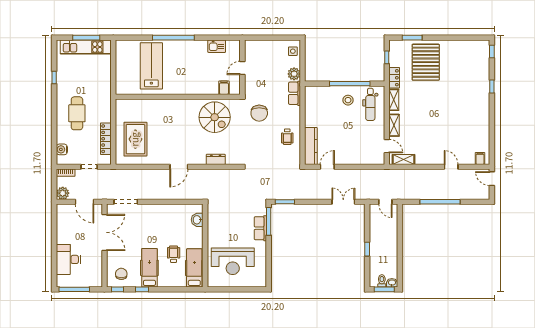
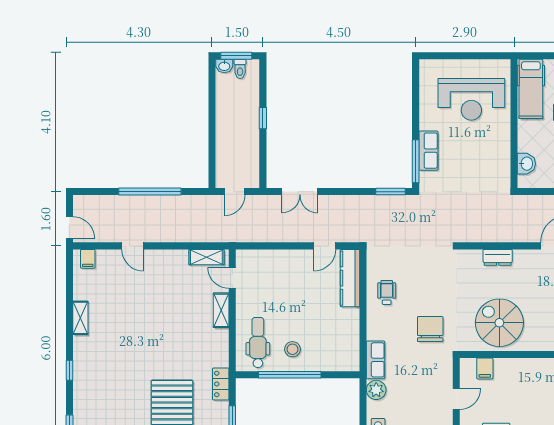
shelving: (394, 100) -> (80, 318), moved
door: (385, 202) -> (235, 192), swing flipped
reception desk: (233, 261) -> (471, 99), turned 180

